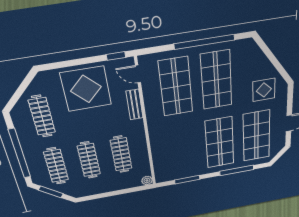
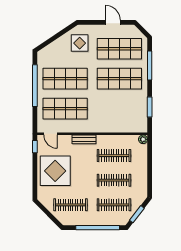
door: (138, 74) -> (50, 134), hinge flipped
bench: (135, 105) -> (84, 139), moved

